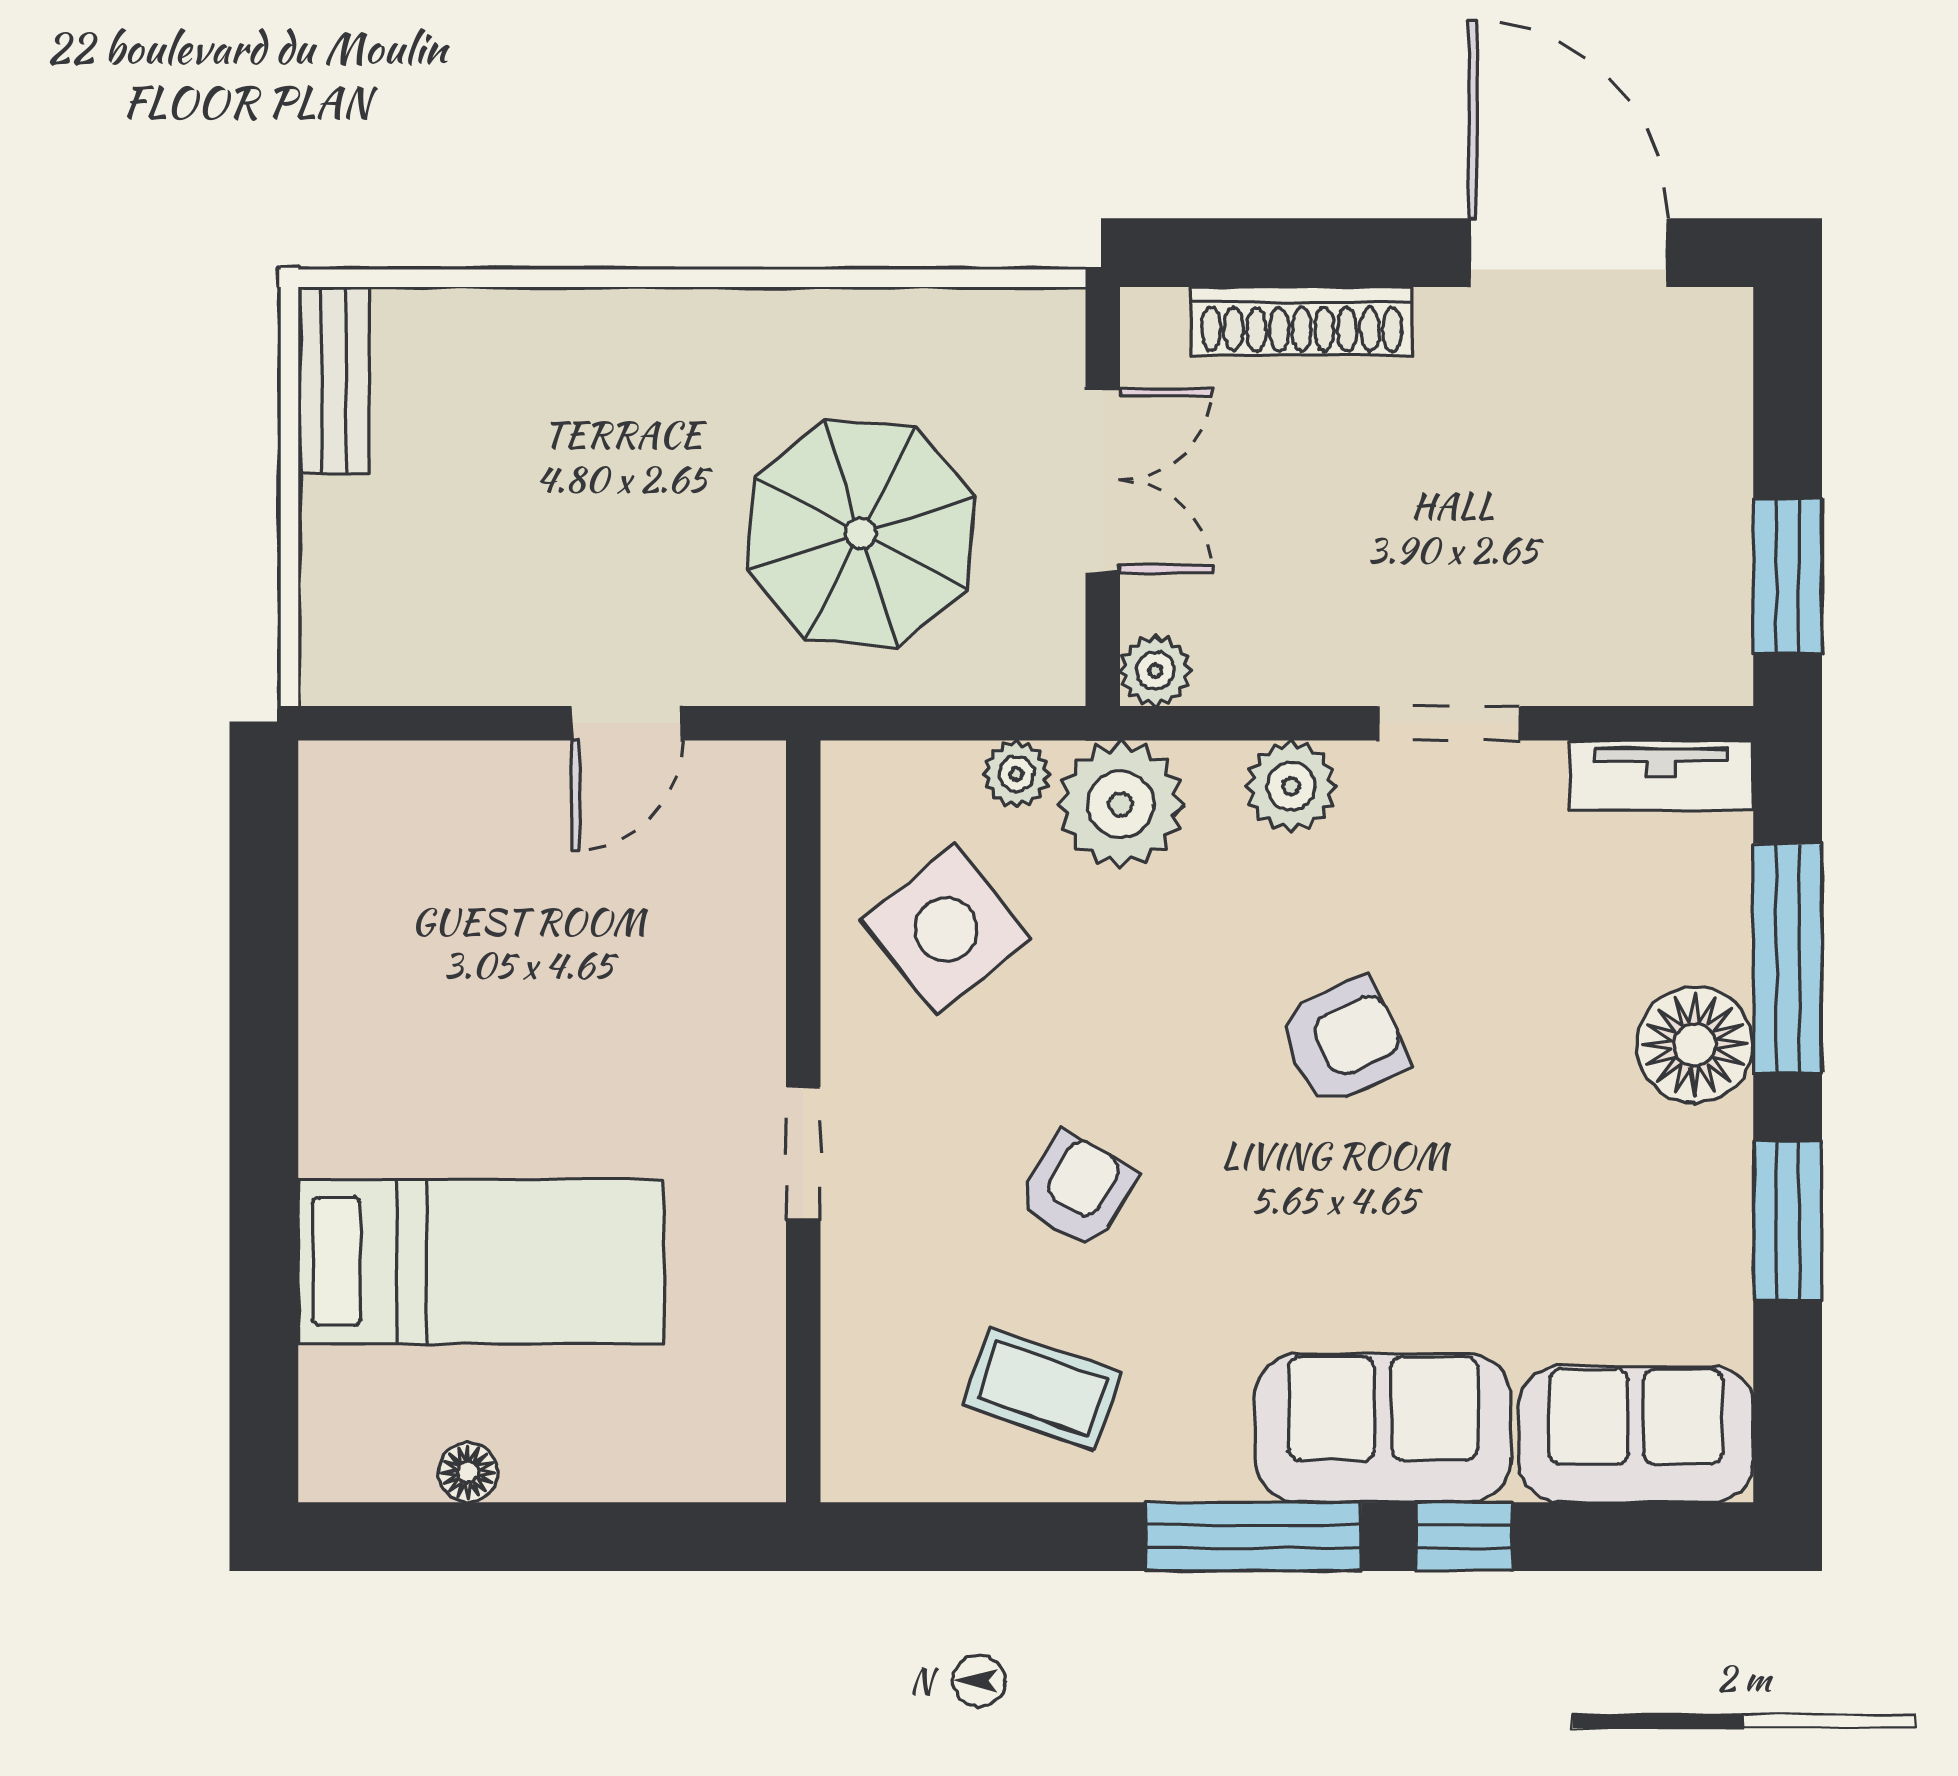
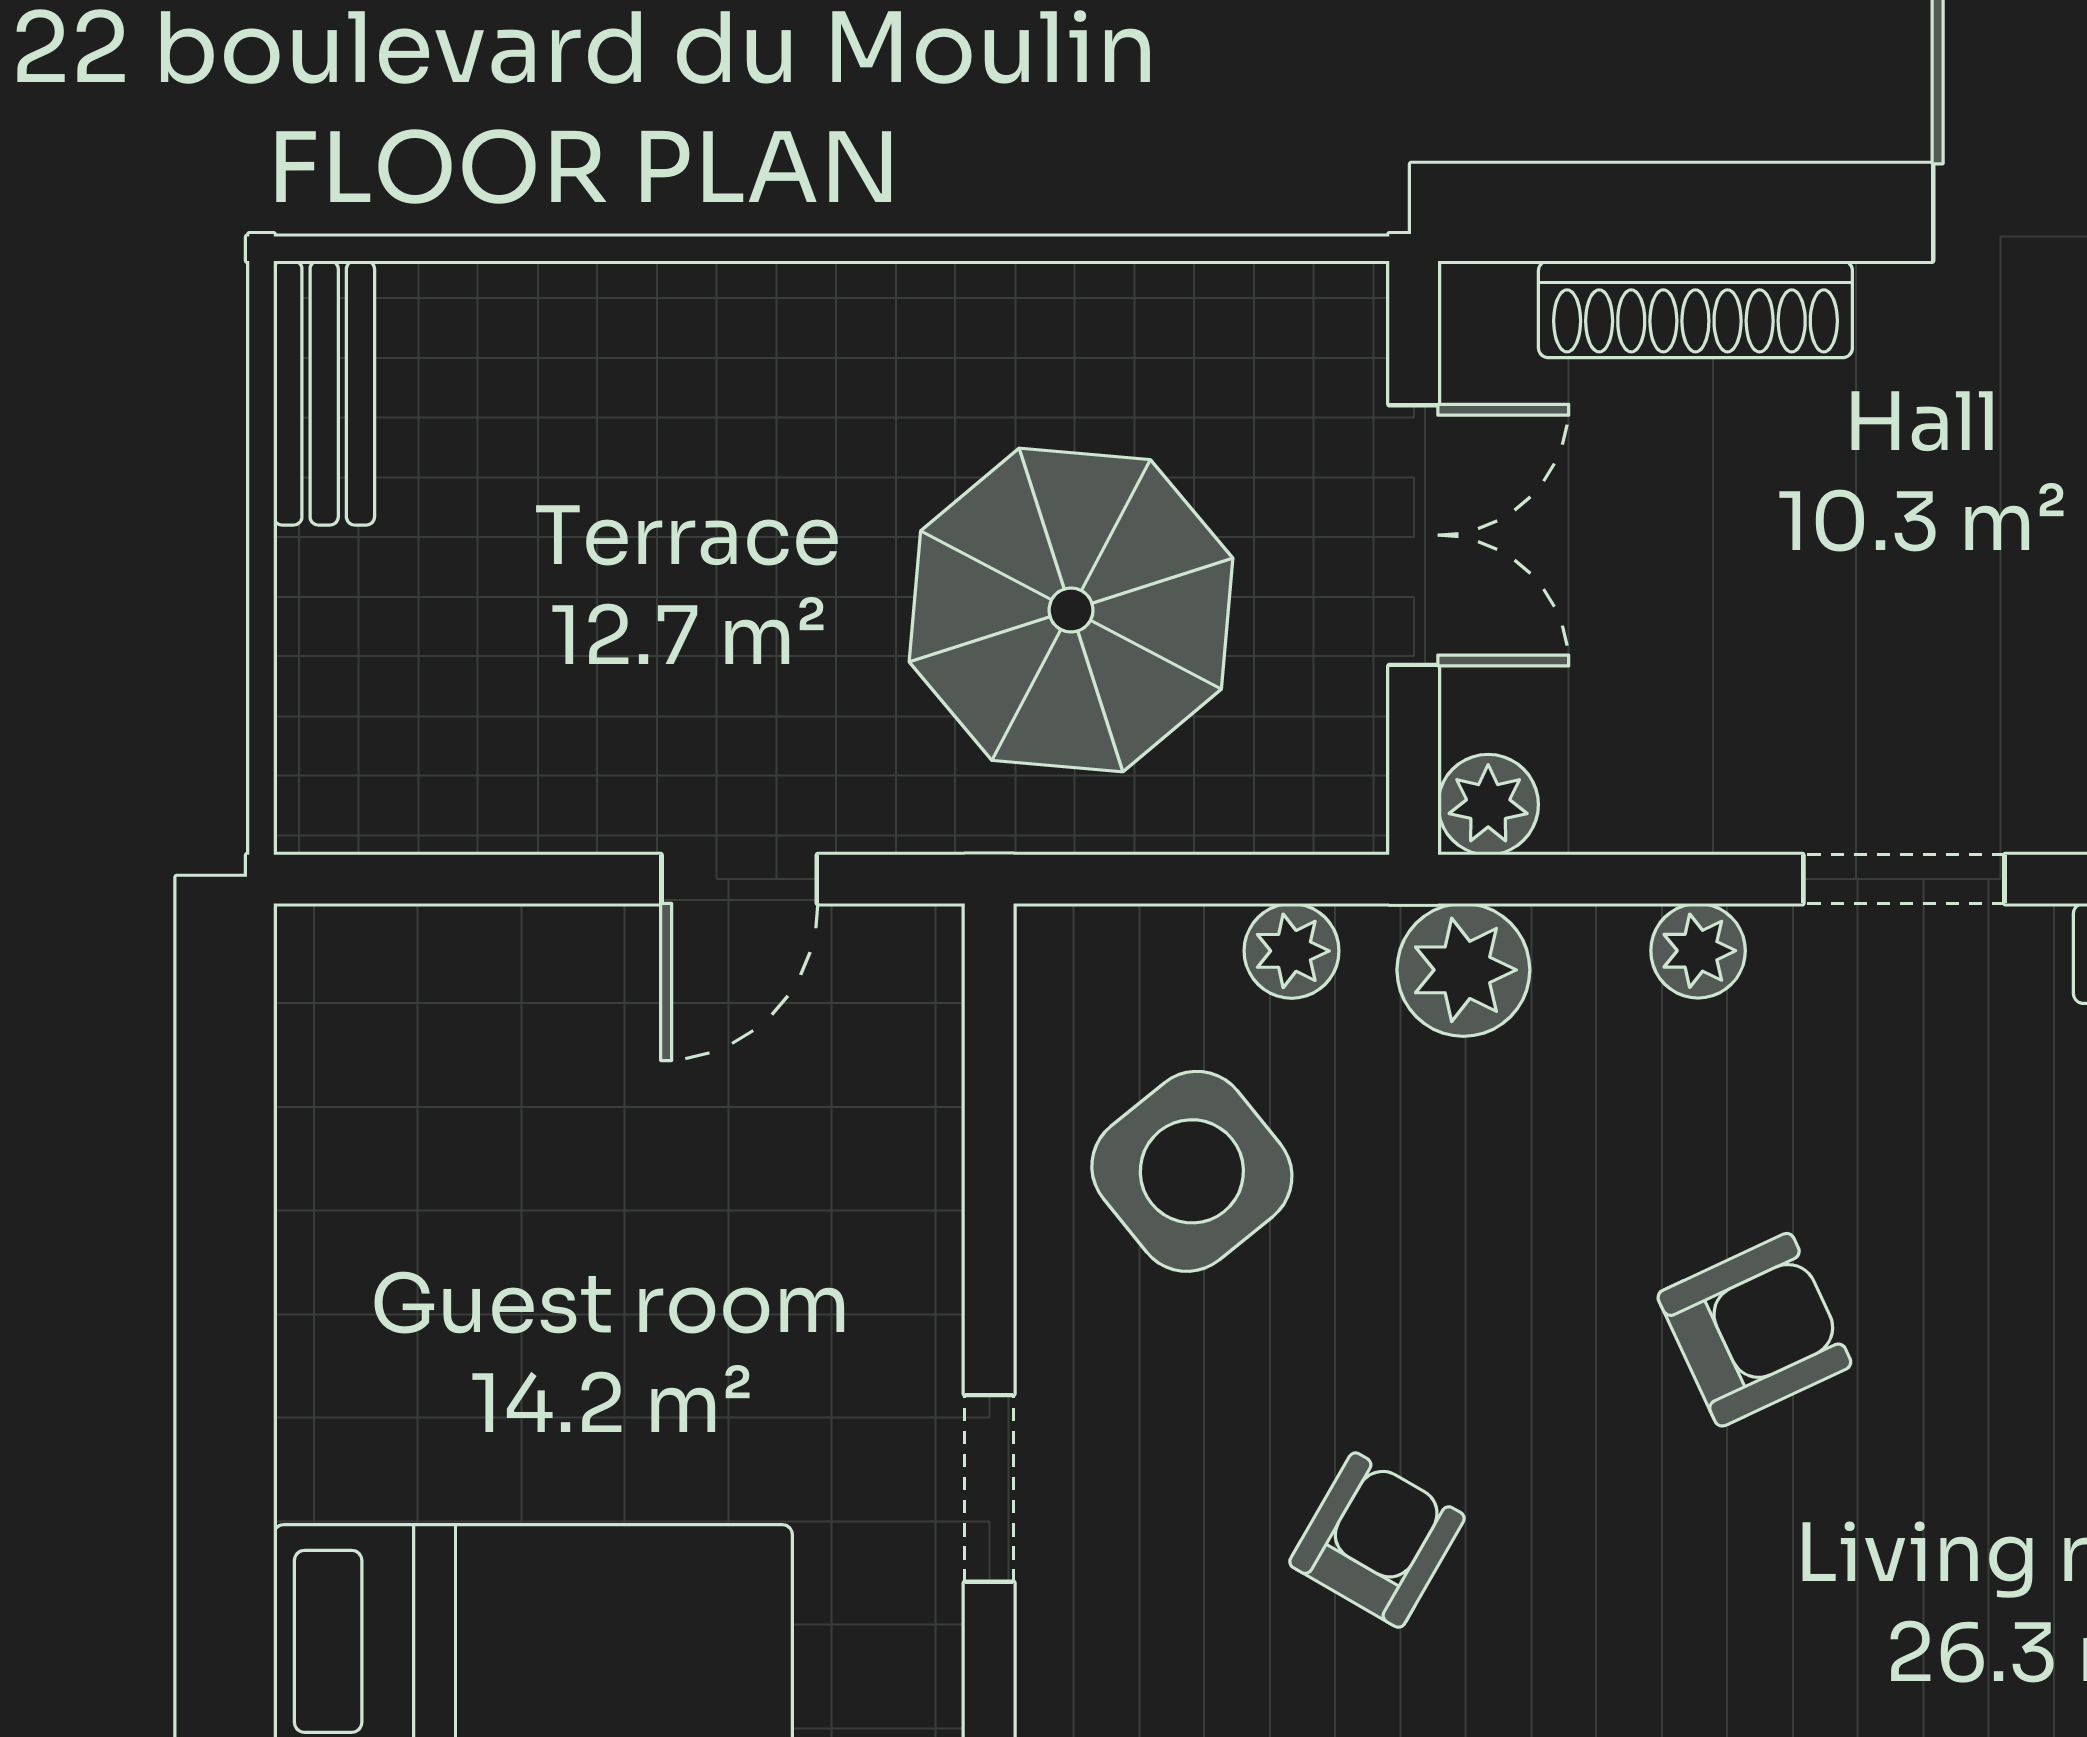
plant: (1291, 786) -> (1698, 951), width x0.73, depth x0.73
plant: (1121, 804) -> (1463, 970), width x0.73, depth x0.73

